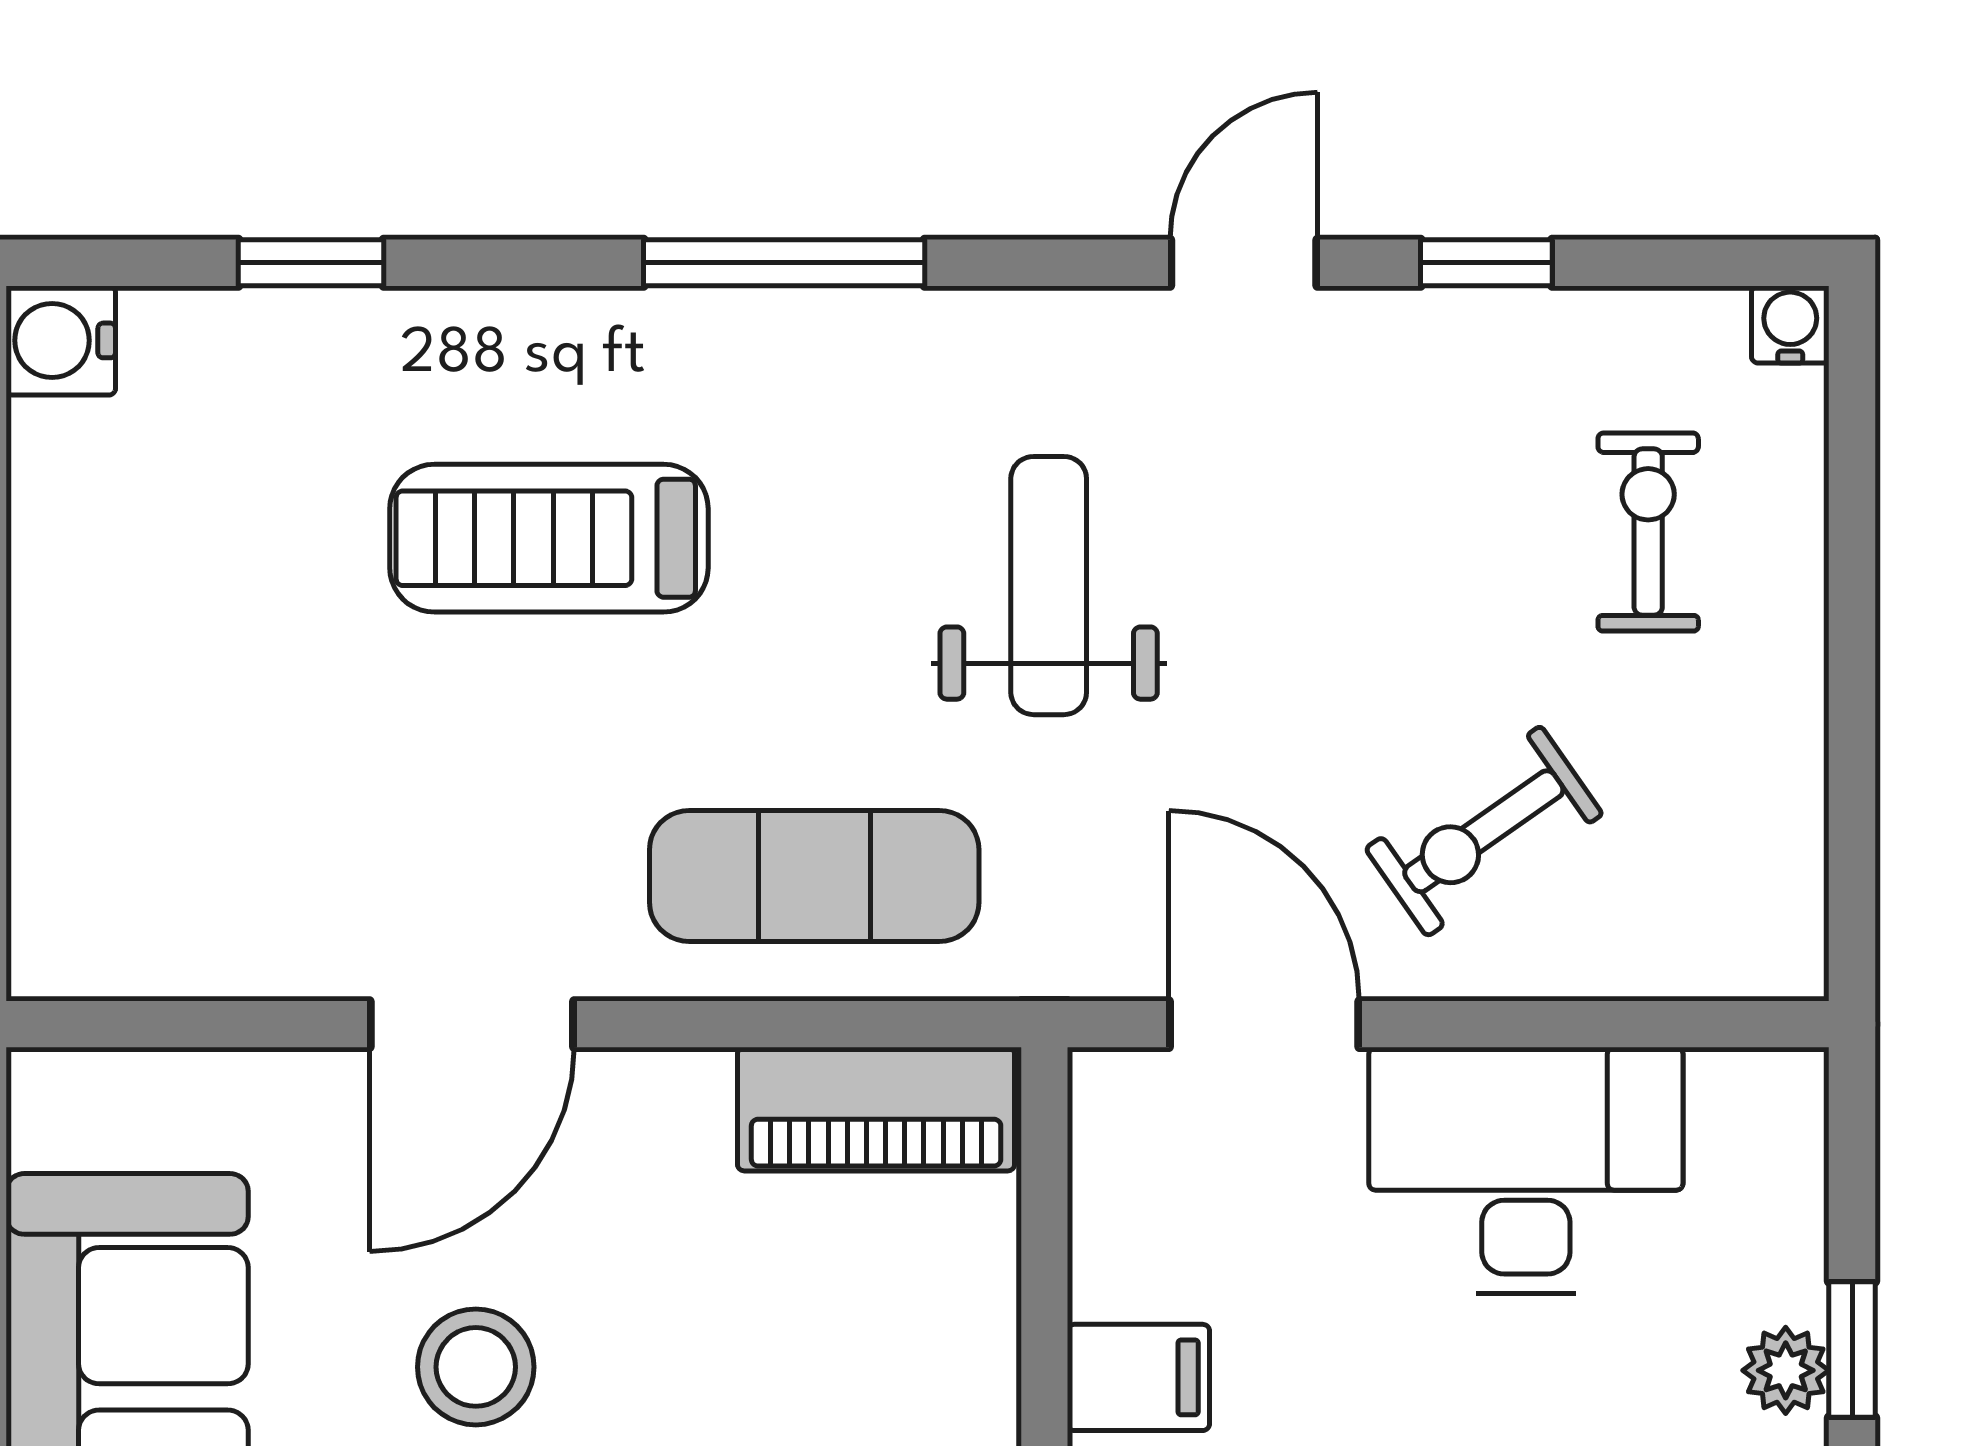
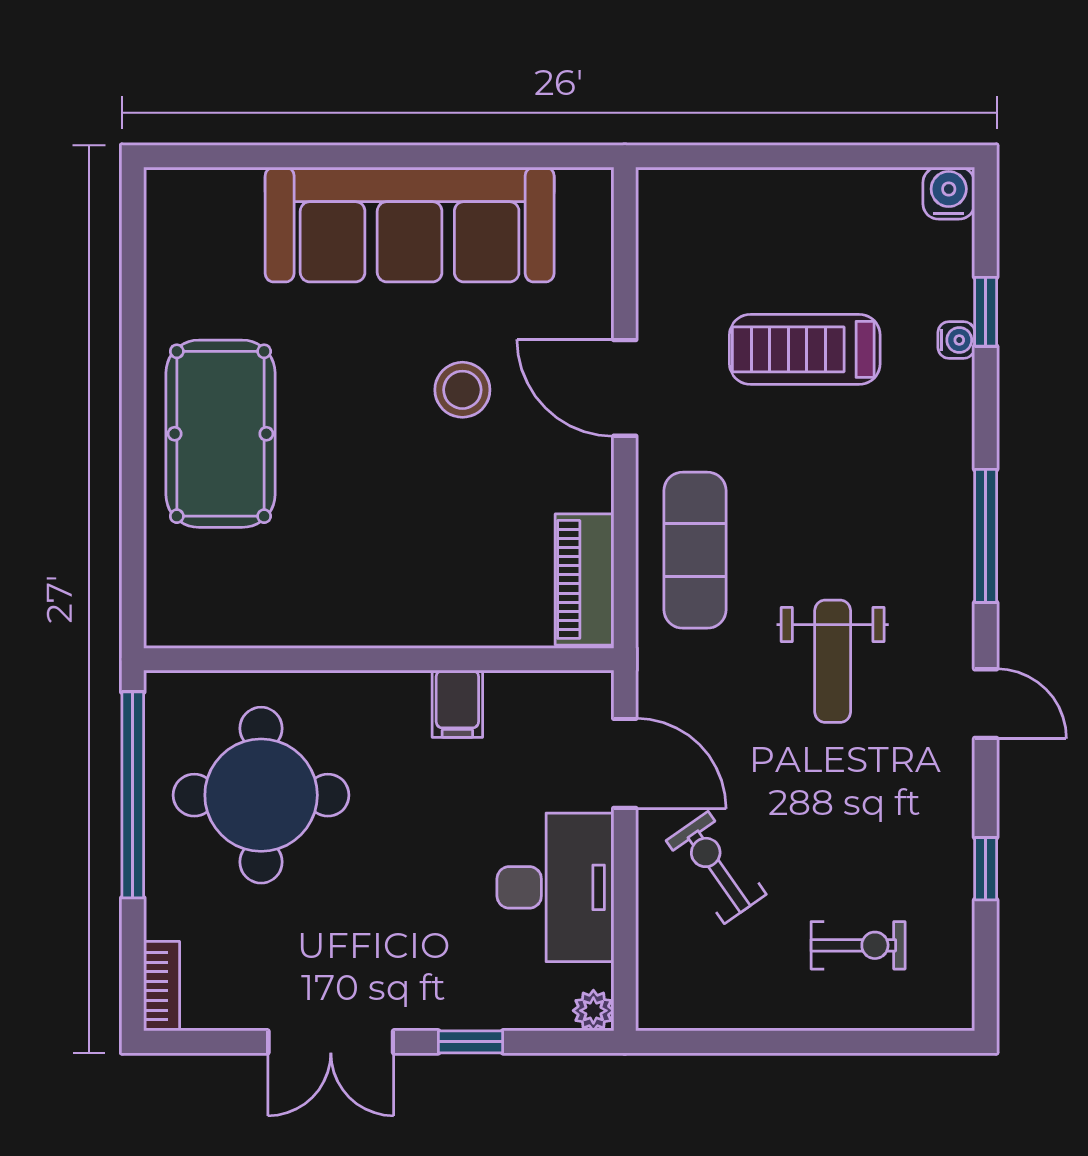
door: (1244, 263) -> (986, 704), moved
water cooler: (1790, 324) -> (956, 340), moved
treadmill: (549, 538) -> (805, 349), moved, turned -90
weight bench: (1049, 586) -> (833, 661), turned 90
door: (1264, 1024) -> (625, 763), hinge flipped
plant: (1786, 1370) -> (593, 1011), moved

